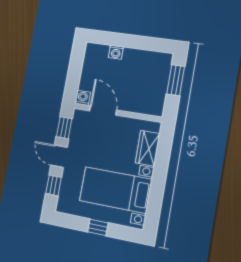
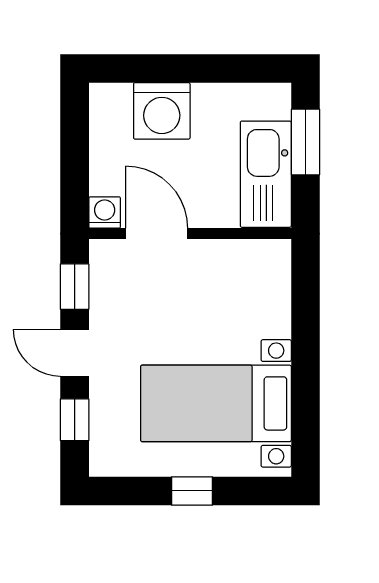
washing machine: (116, 52) -> (162, 111), width x1.89, depth x1.89
kitchen sink: (155, 92) -> (266, 174), added
wardrobe: (148, 148) -> (270, 300), removed

